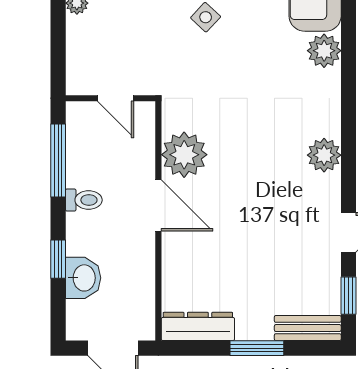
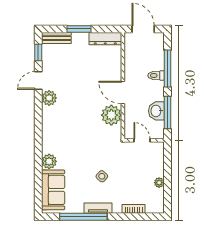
plant: (324, 155) -> (49, 98), moved
toilet: (84, 200) -> (156, 75), moved
window: (58, 259) -> (168, 69), width x2.17
washbasin: (83, 278) -> (156, 111), moved

